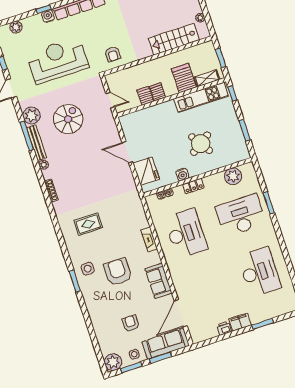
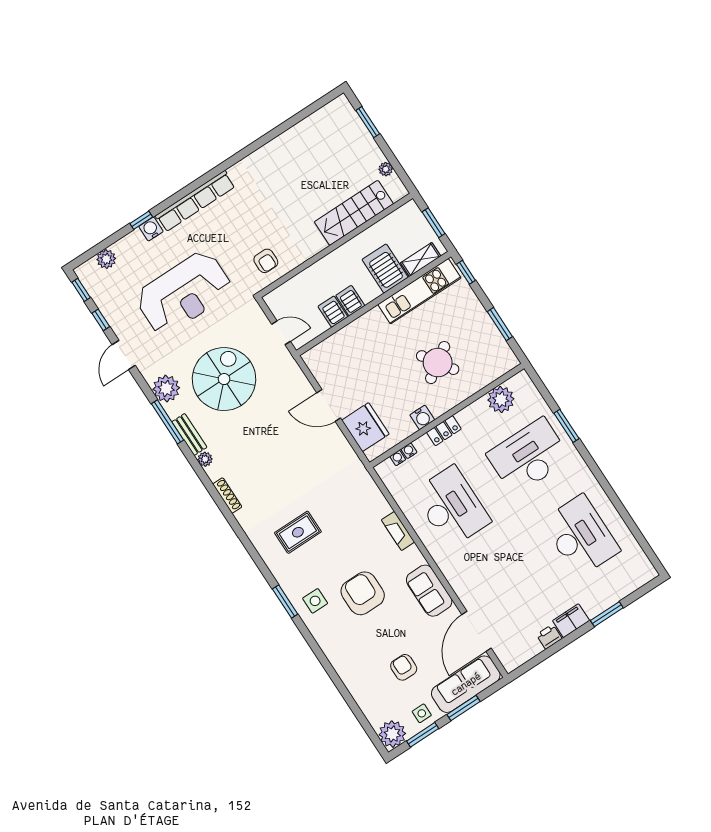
reception desk: (58, 60) -> (184, 293), turned 180
spiral stairs: (68, 119) -> (224, 379), width x1.37, depth x1.37
bench: (37, 143) -> (189, 434), width x0.73
window: (75, 281) -> (285, 602), moved

